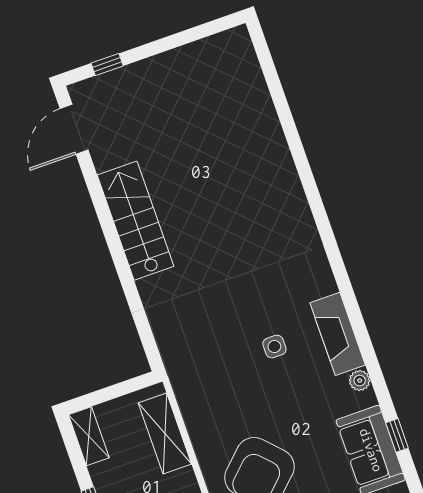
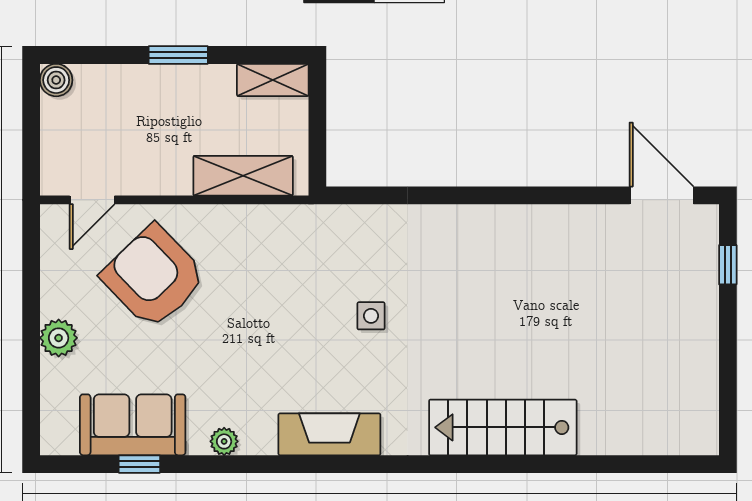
stairs: (135, 221) -> (503, 427), moved, turned 180
fireplace: (338, 334) -> (329, 434), moved
side table: (274, 347) -> (371, 316), moved

